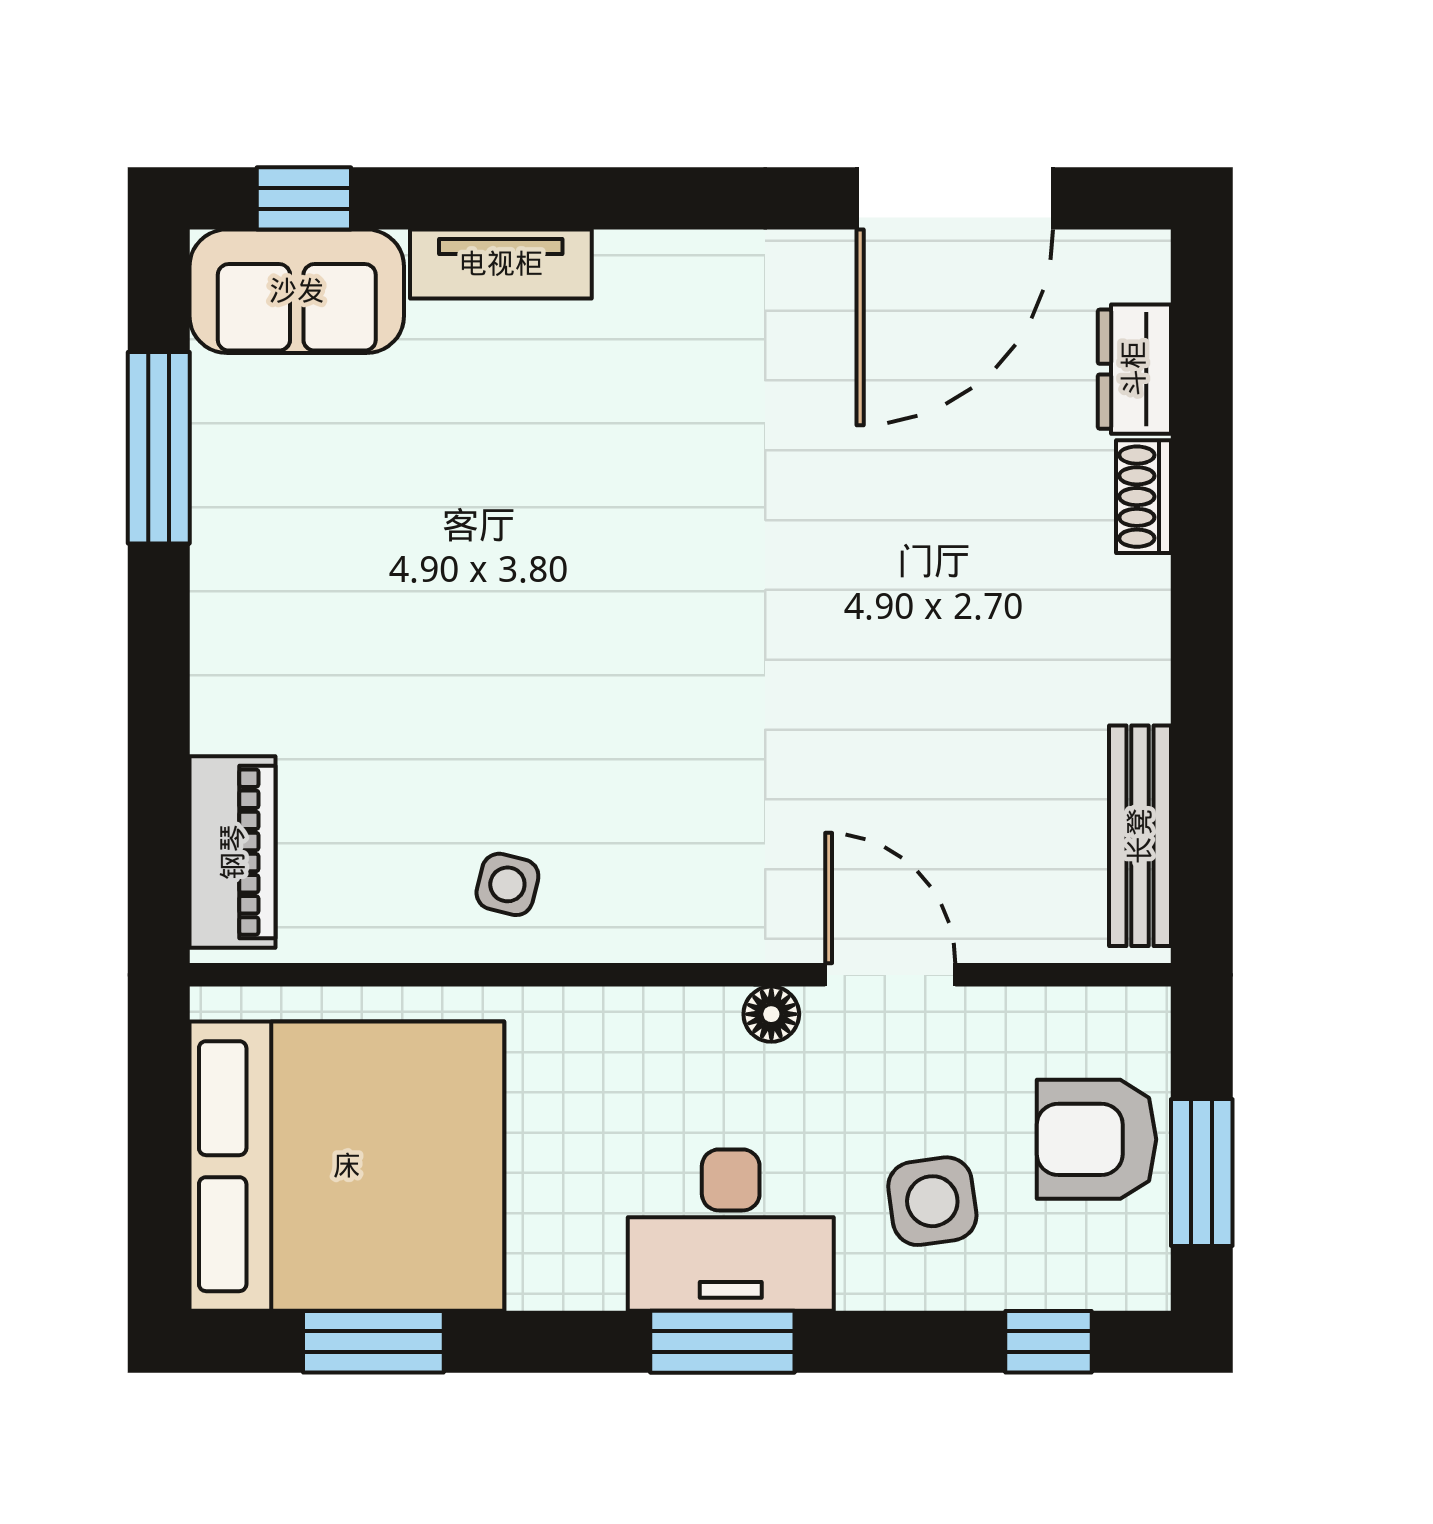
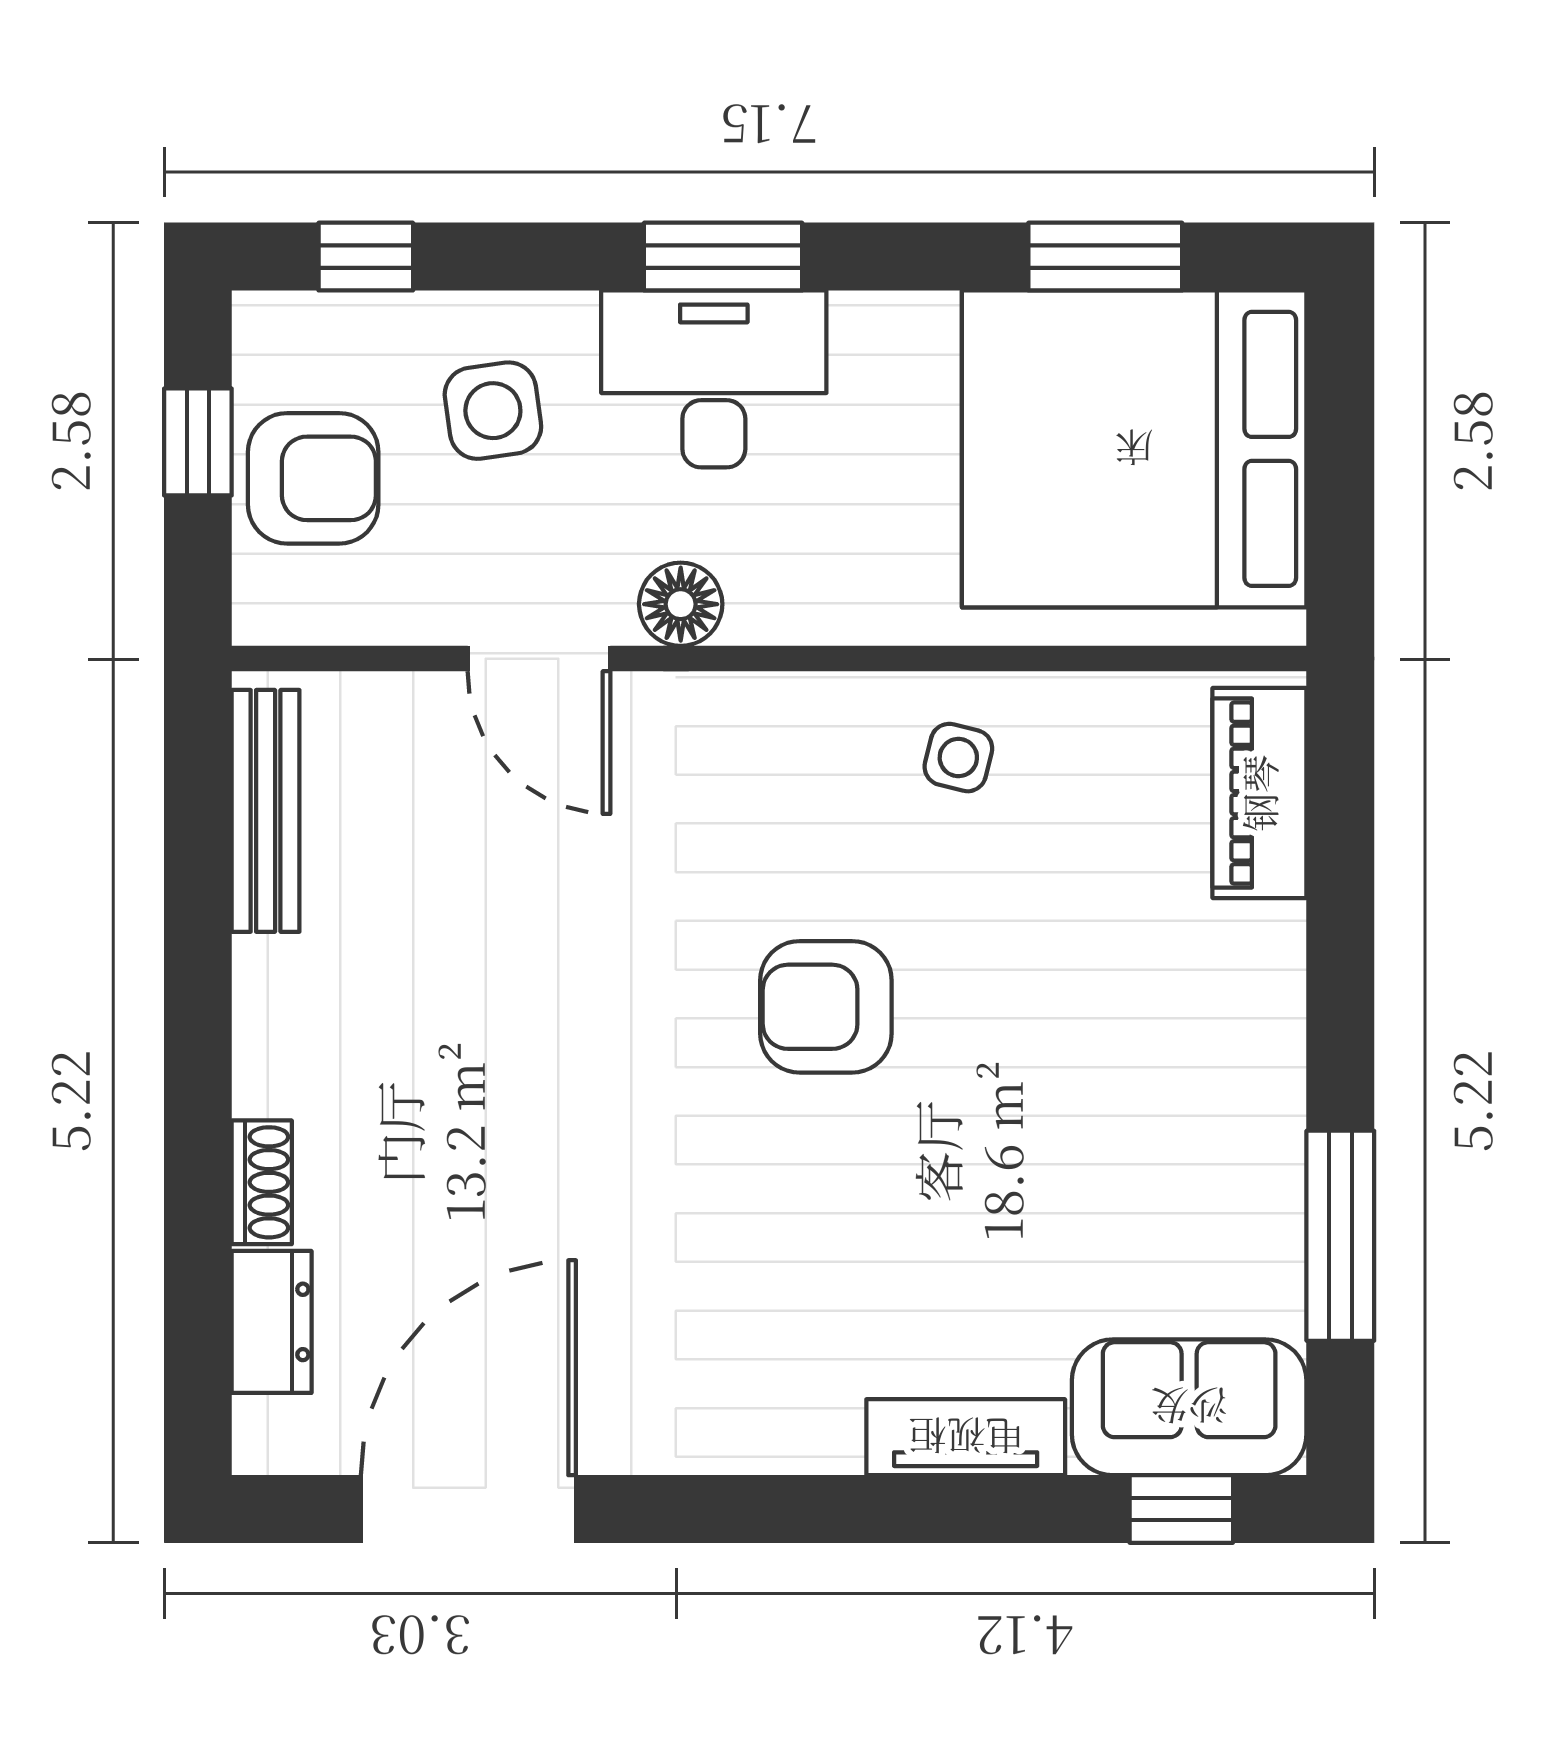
armchair: (628, 657) -> (826, 1007), added
floor lamp: (771, 1014) -> (681, 604), width x1.37, depth x1.37
window: (1202, 1173) -> (198, 442), width x0.67

